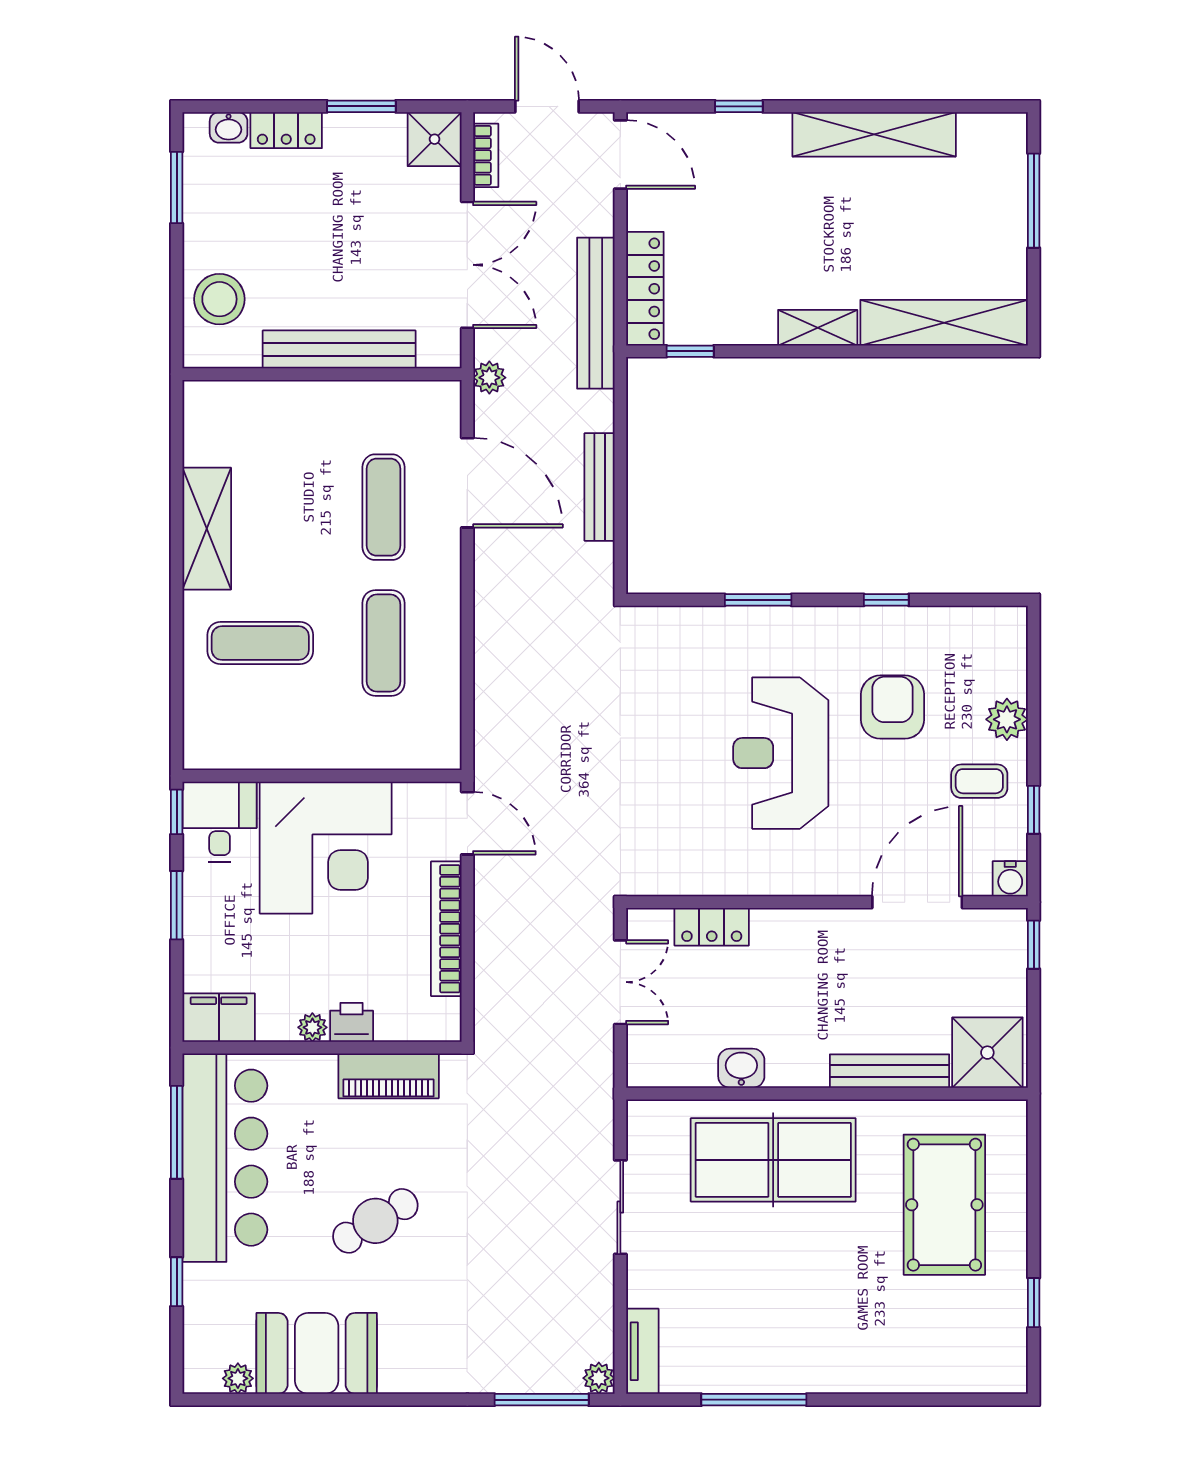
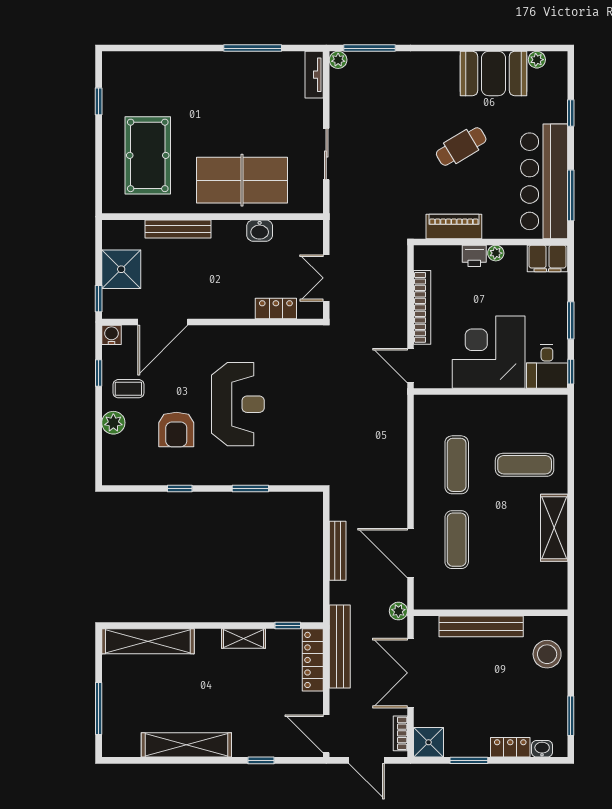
shelving: (818, 328) -> (243, 638), moved
shower: (987, 1053) -> (121, 269), moved

